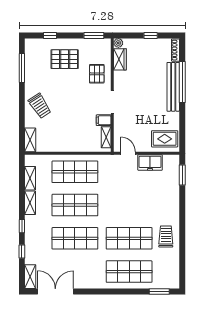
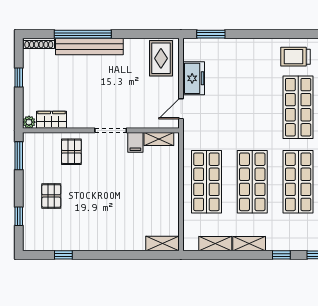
pallet: (65, 59) -> (51, 196), width x0.67, depth x0.71
window: (22, 68) -> (63, 255), width x0.46
pallet: (97, 74) -> (71, 152), turned 90
trolley: (40, 106) -> (116, 230), removed

